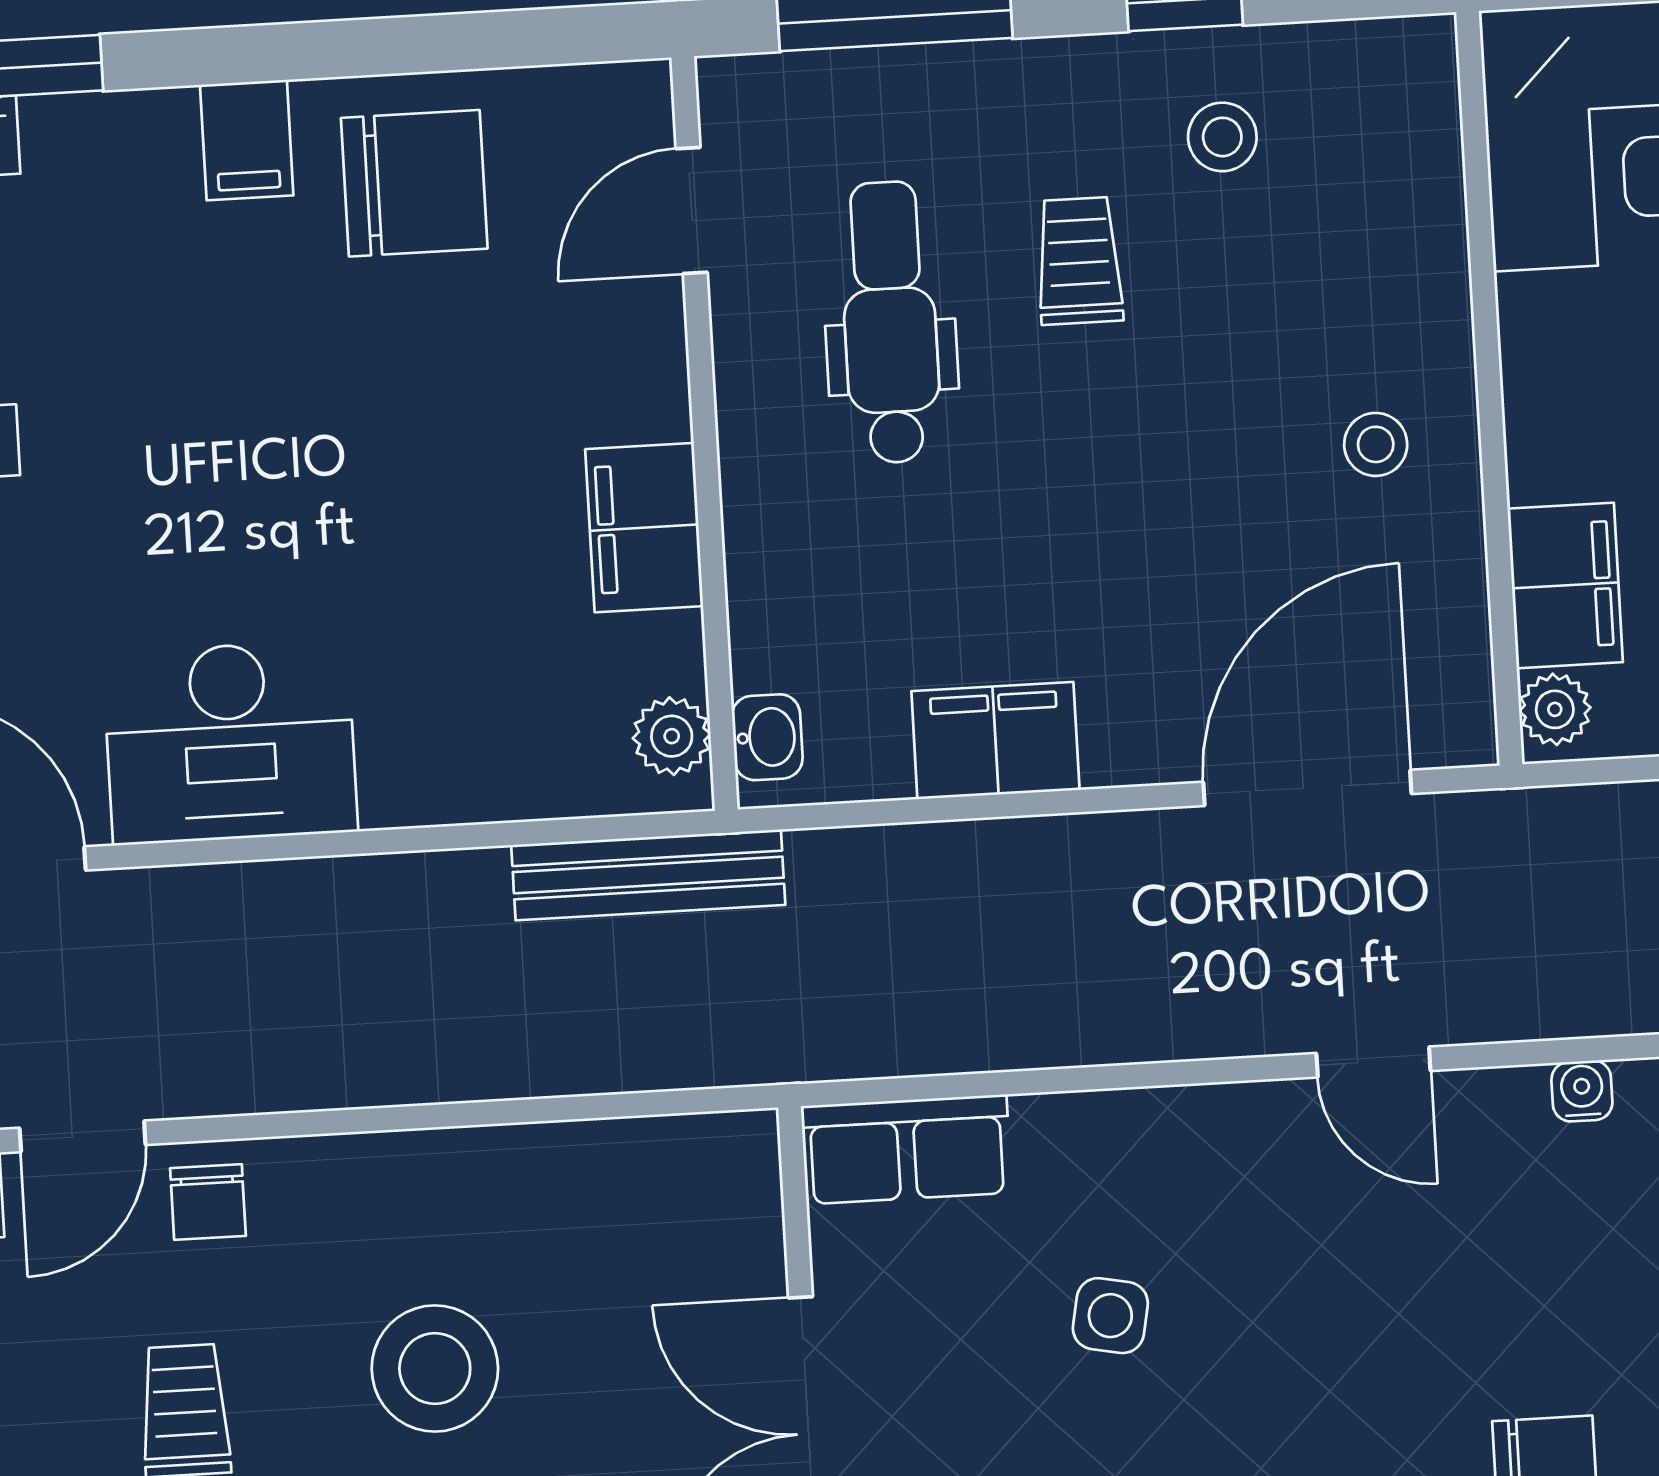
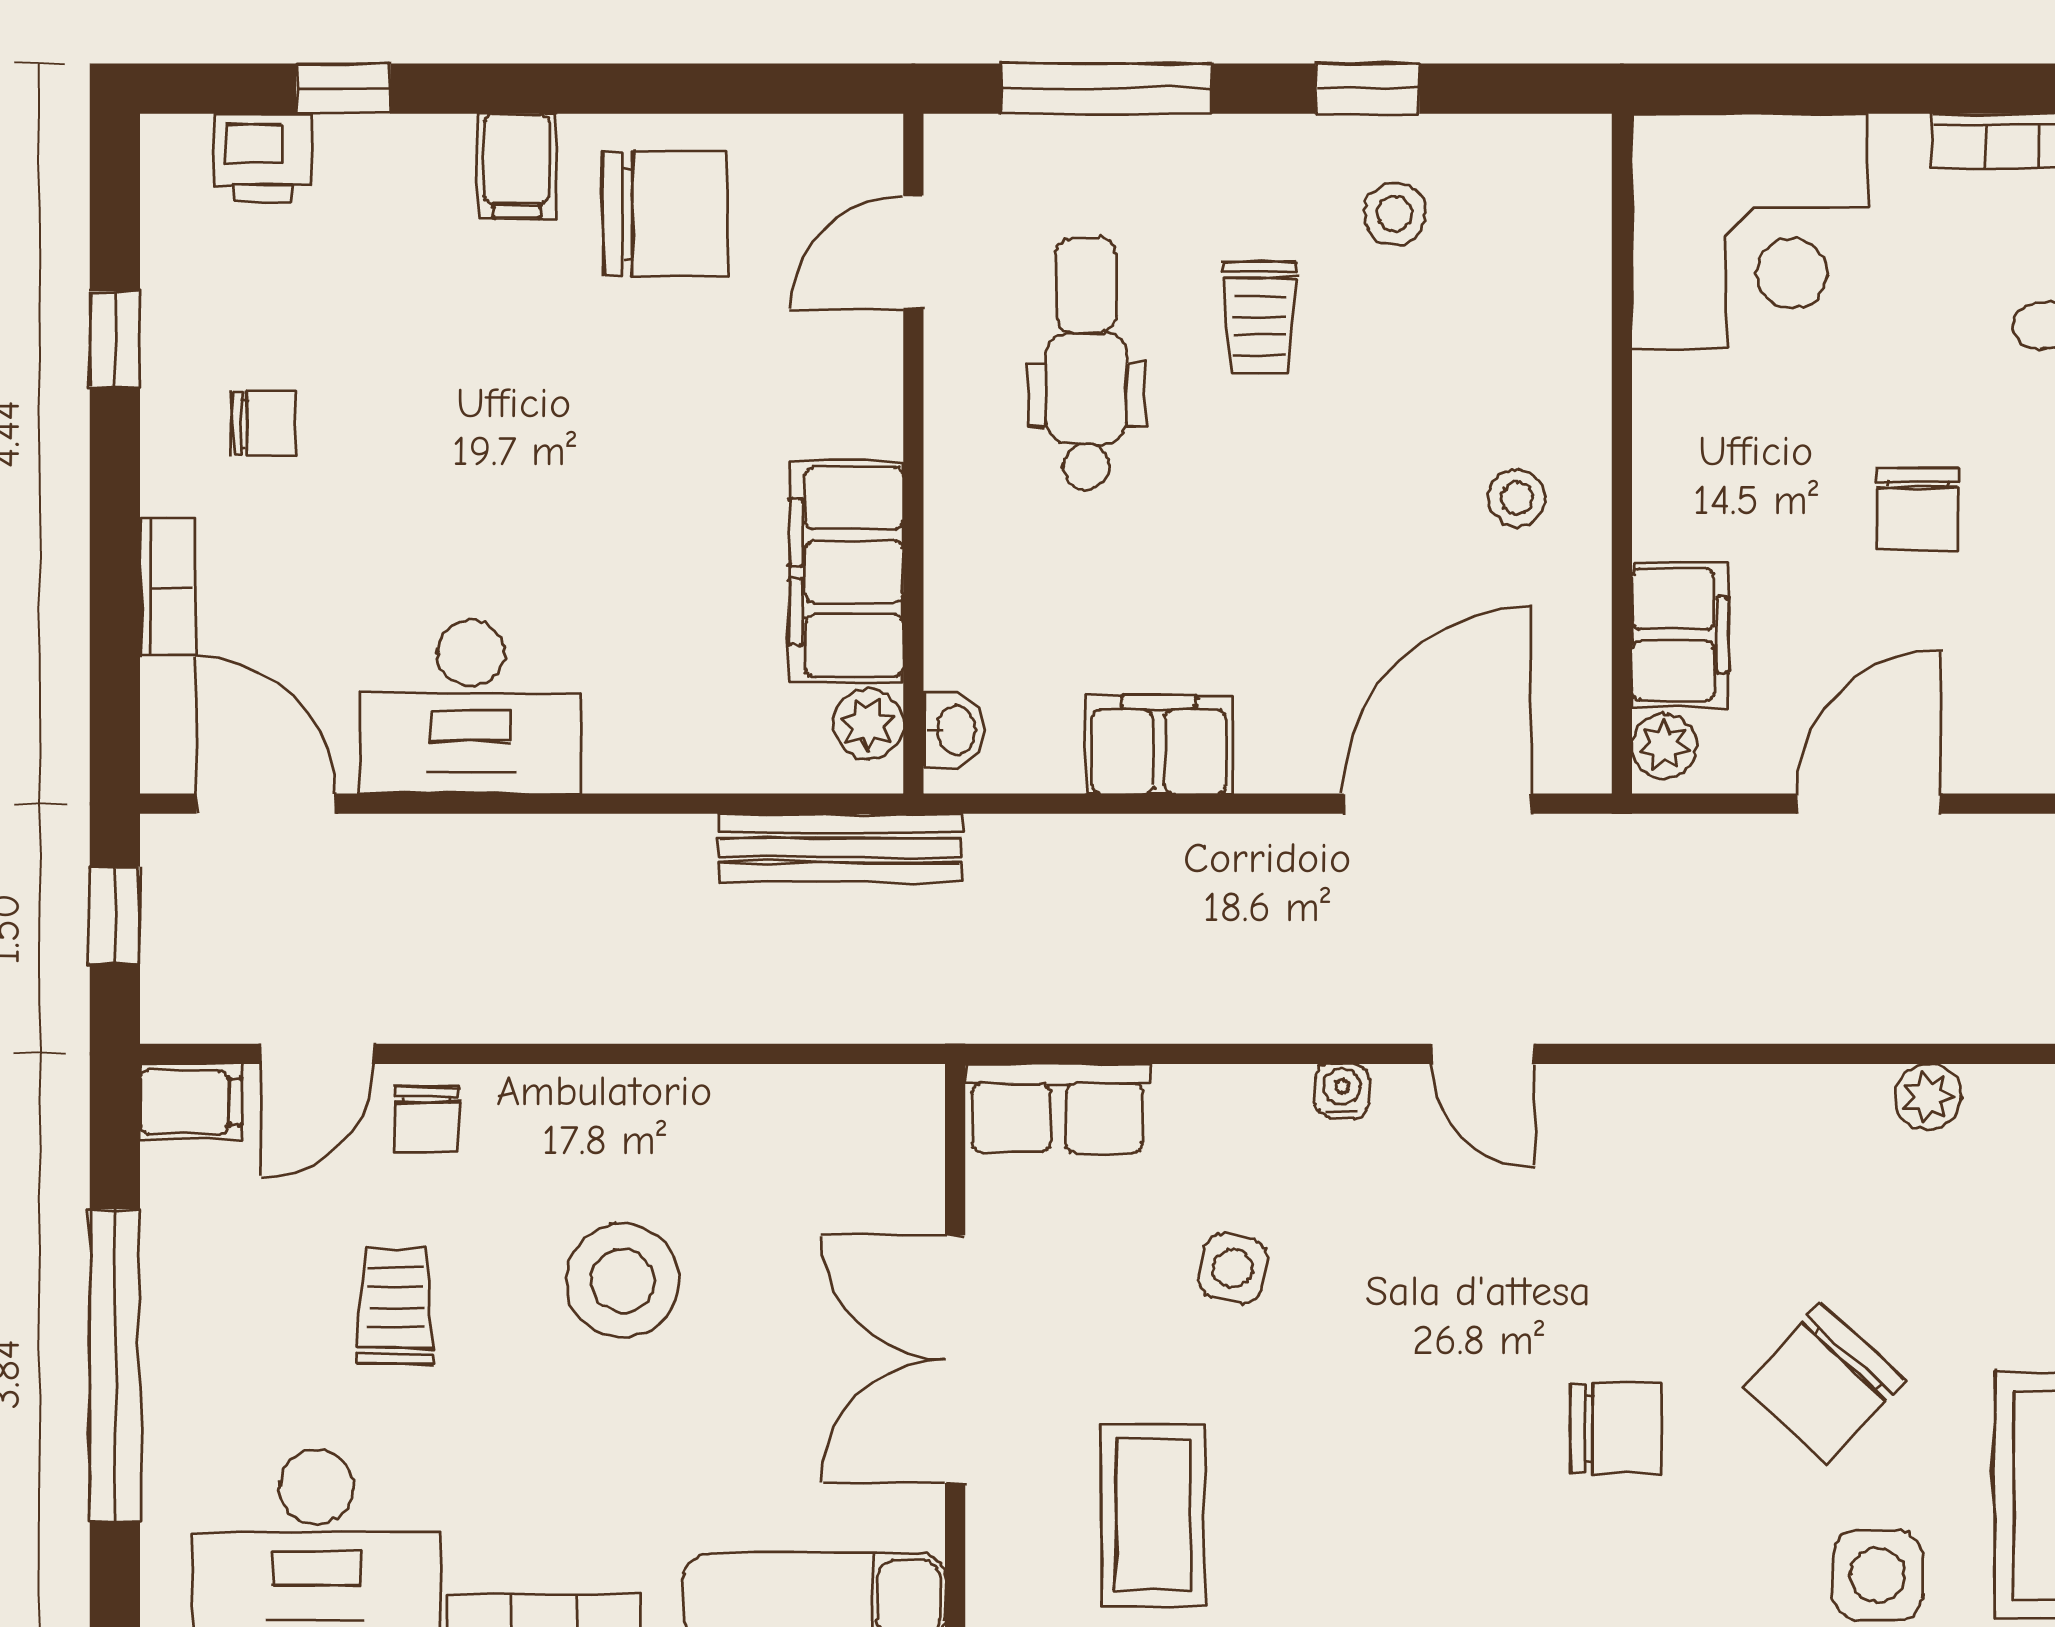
trolley: (1079, 261) -> (1259, 318), turned 180
filing cabinet: (644, 528) -> (846, 572), width x1.50, depth x1.17
water cooler: (1582, 1091) -> (1342, 1091), moved

